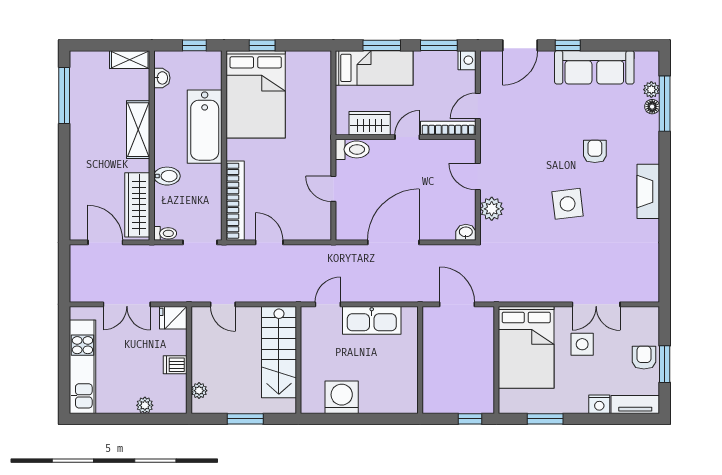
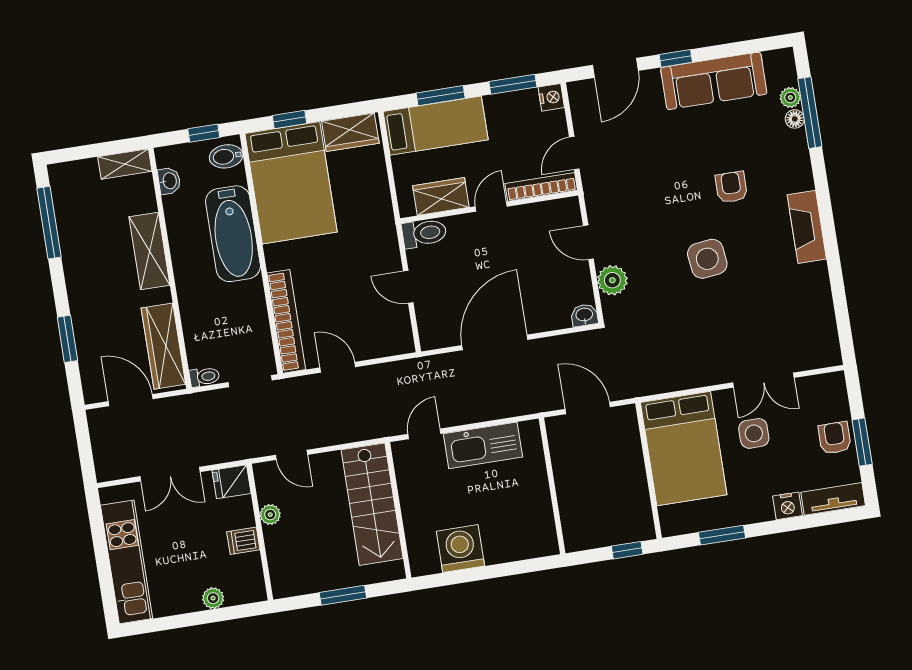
wardrobe: (308, 63) -> (350, 132), added
bidet: (167, 176) -> (226, 156), moved, turned 180
window: (64, 187) -> (67, 339), added
plant: (199, 391) -> (270, 515), moved

